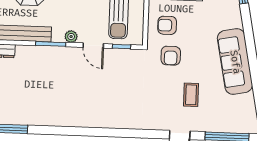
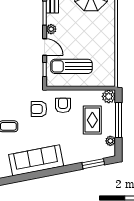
door: (93, 46) -> (45, 47), swing flipped

